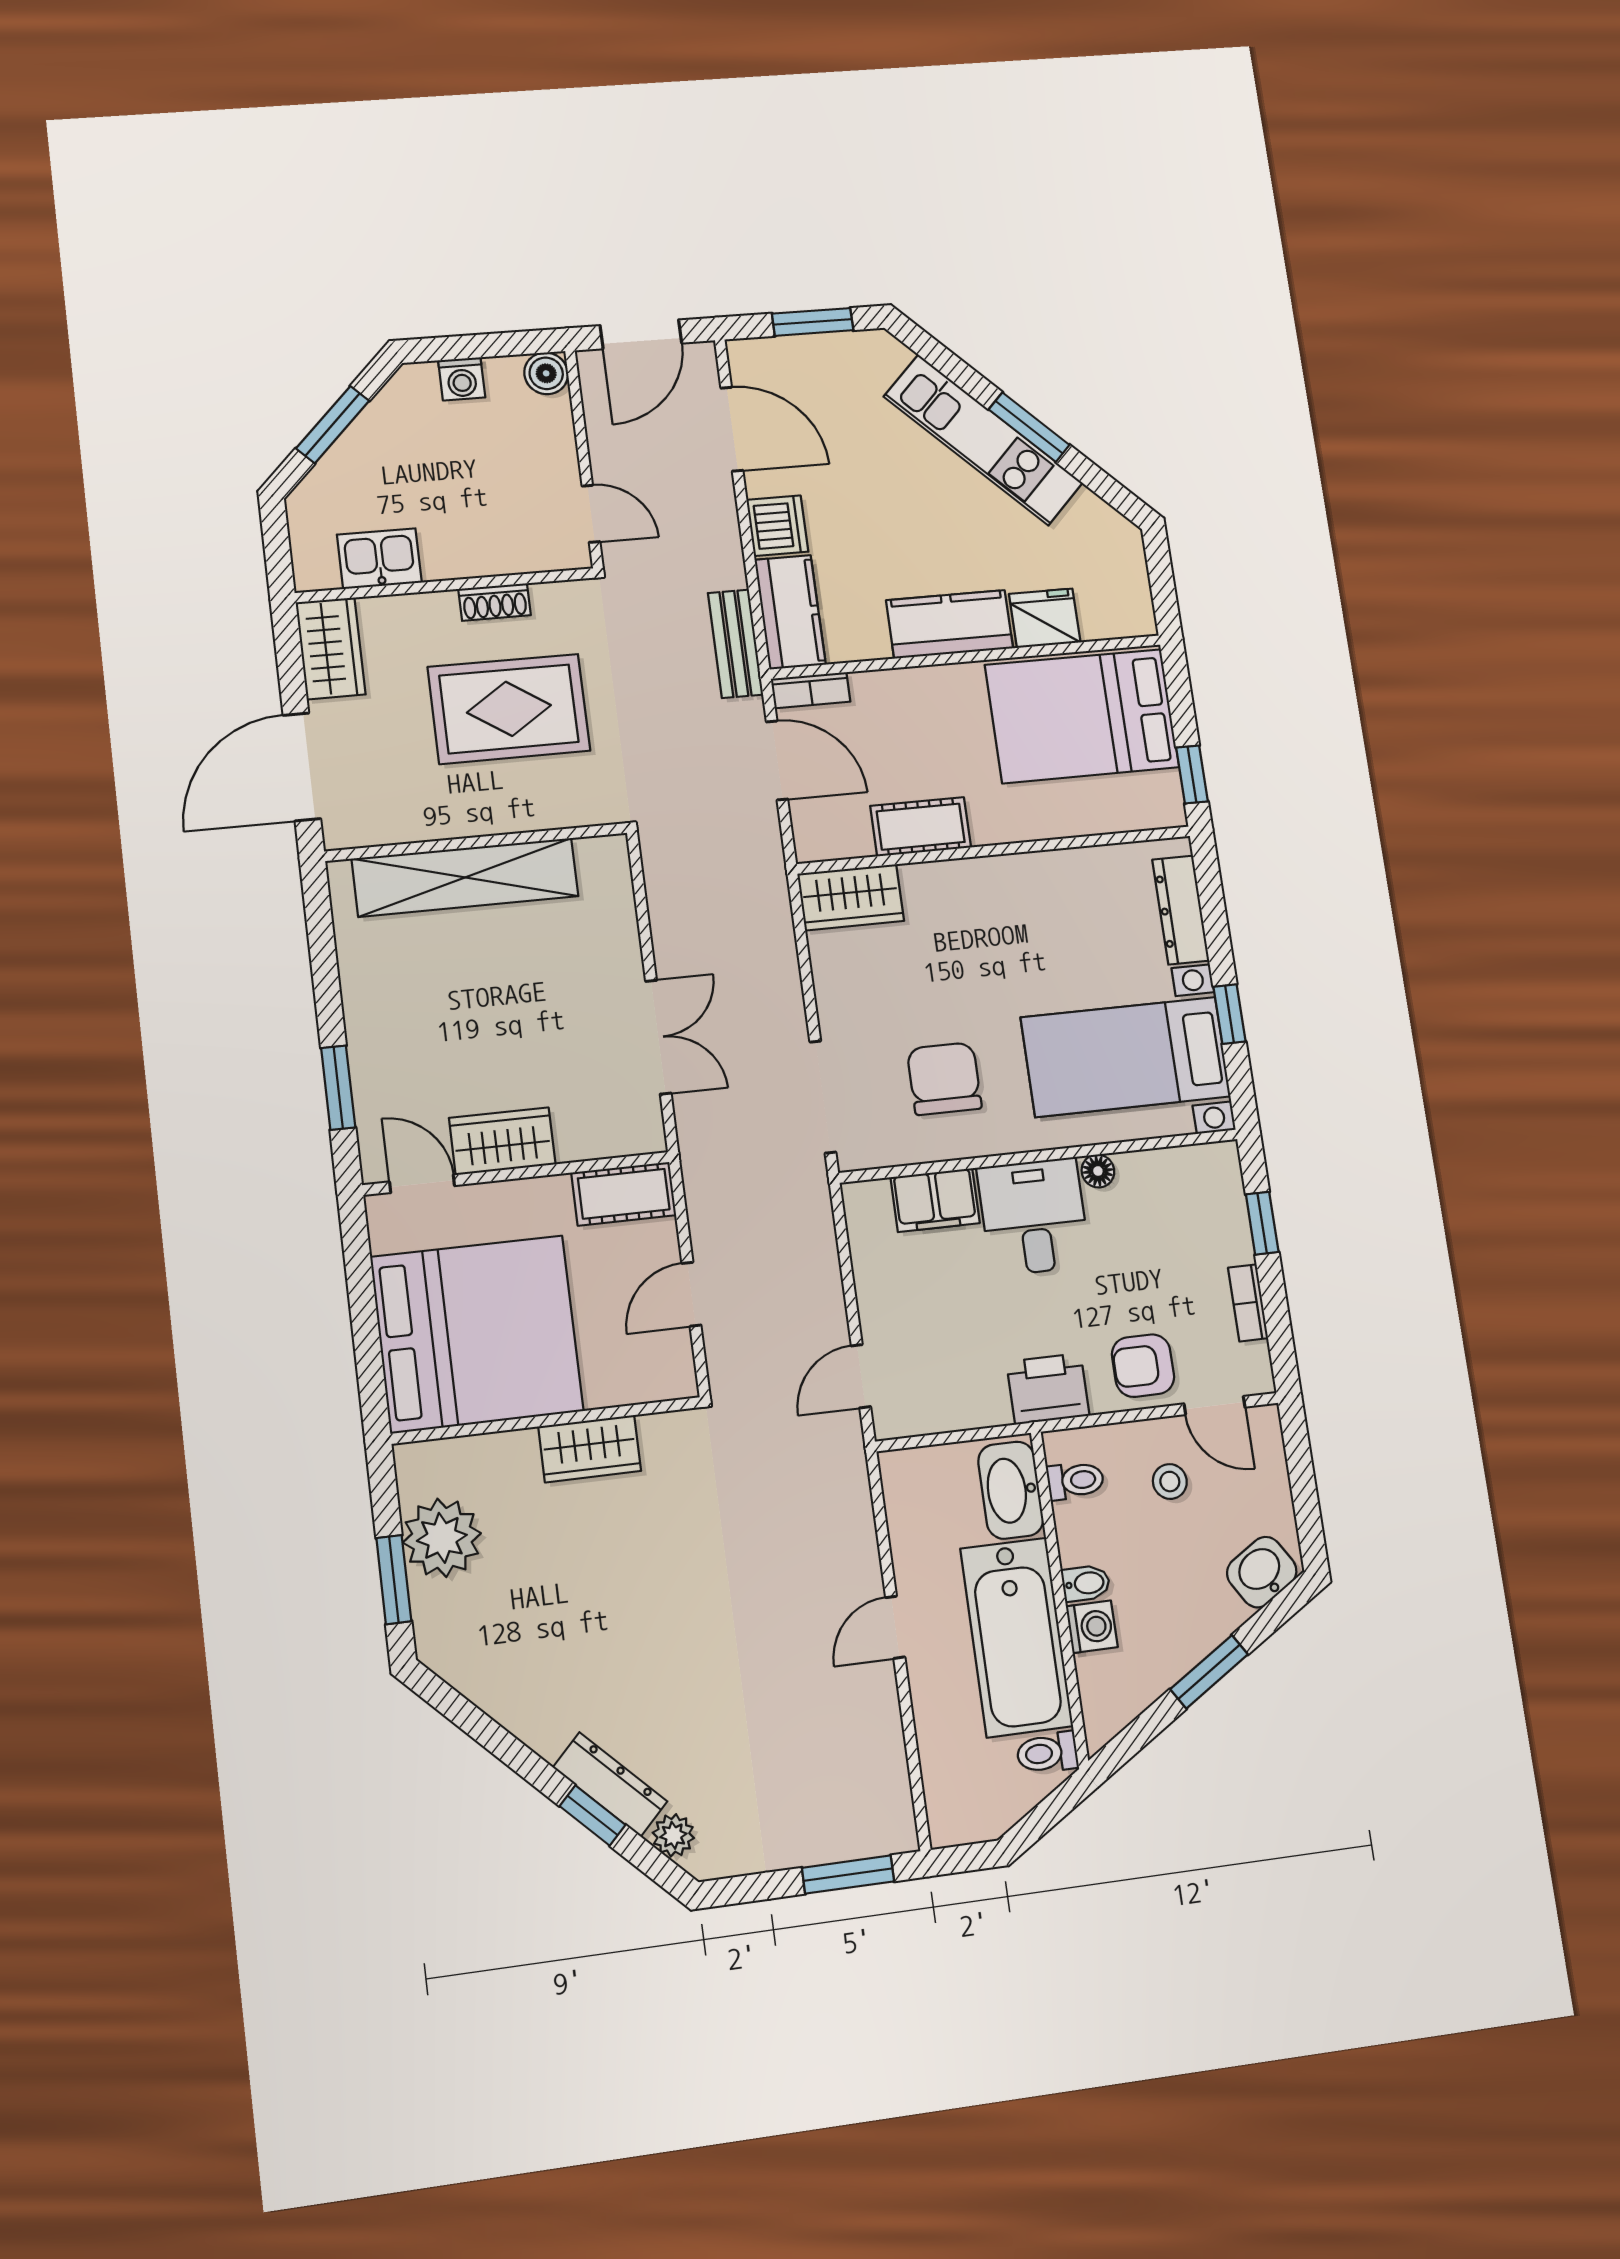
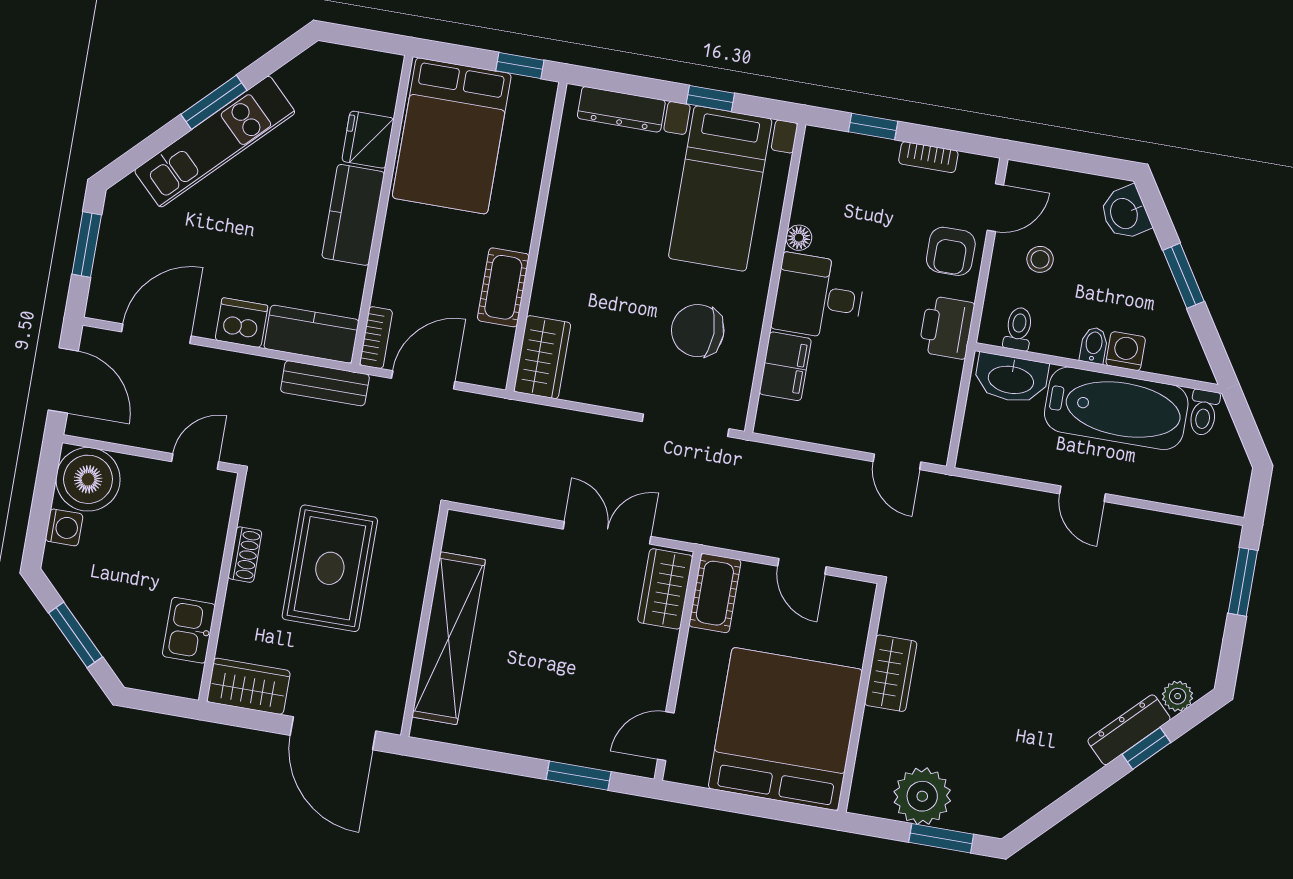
boiler: (546, 373) -> (88, 479), width x1.86, depth x1.86
wardrobe: (502, 1141) -> (665, 589), moved

